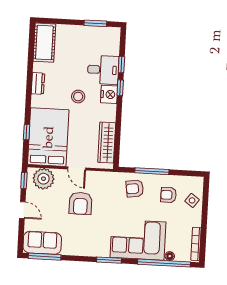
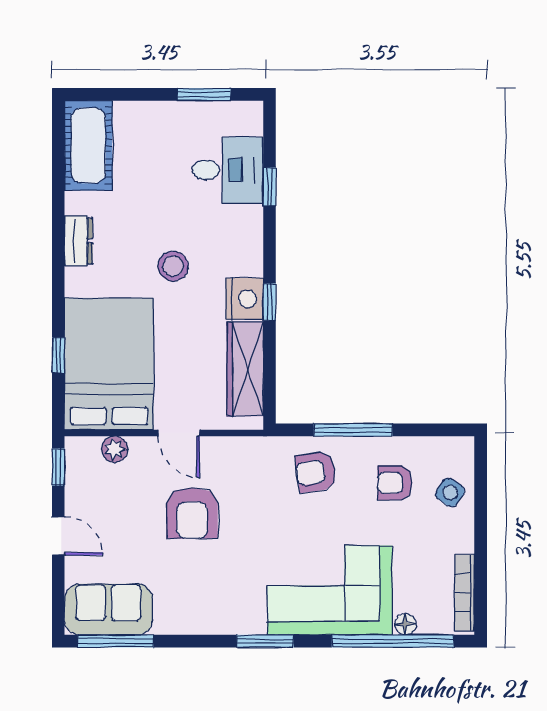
desk: (103, 70) -> (228, 170), moved
window: (120, 88) -> (269, 302), moved
nightstand: (109, 94) -> (245, 299), moved
plant: (43, 179) -> (115, 449), width x0.53, depth x0.53

